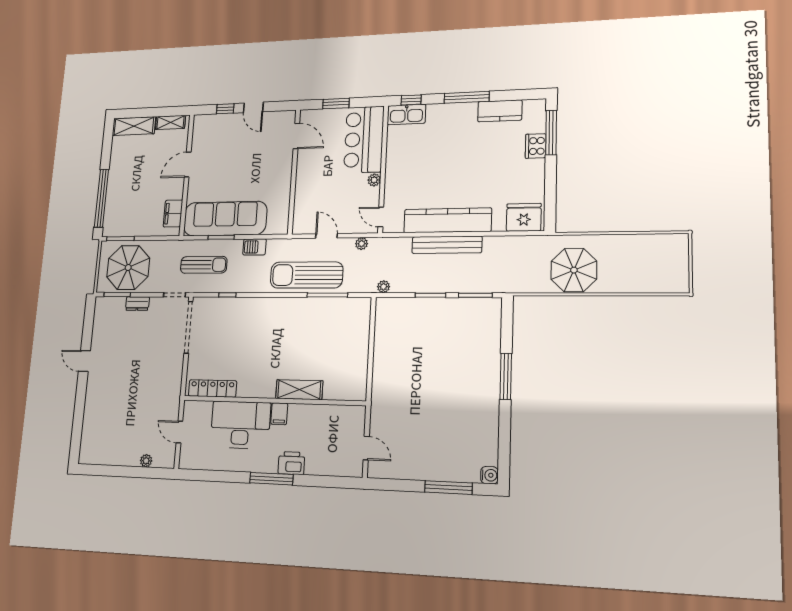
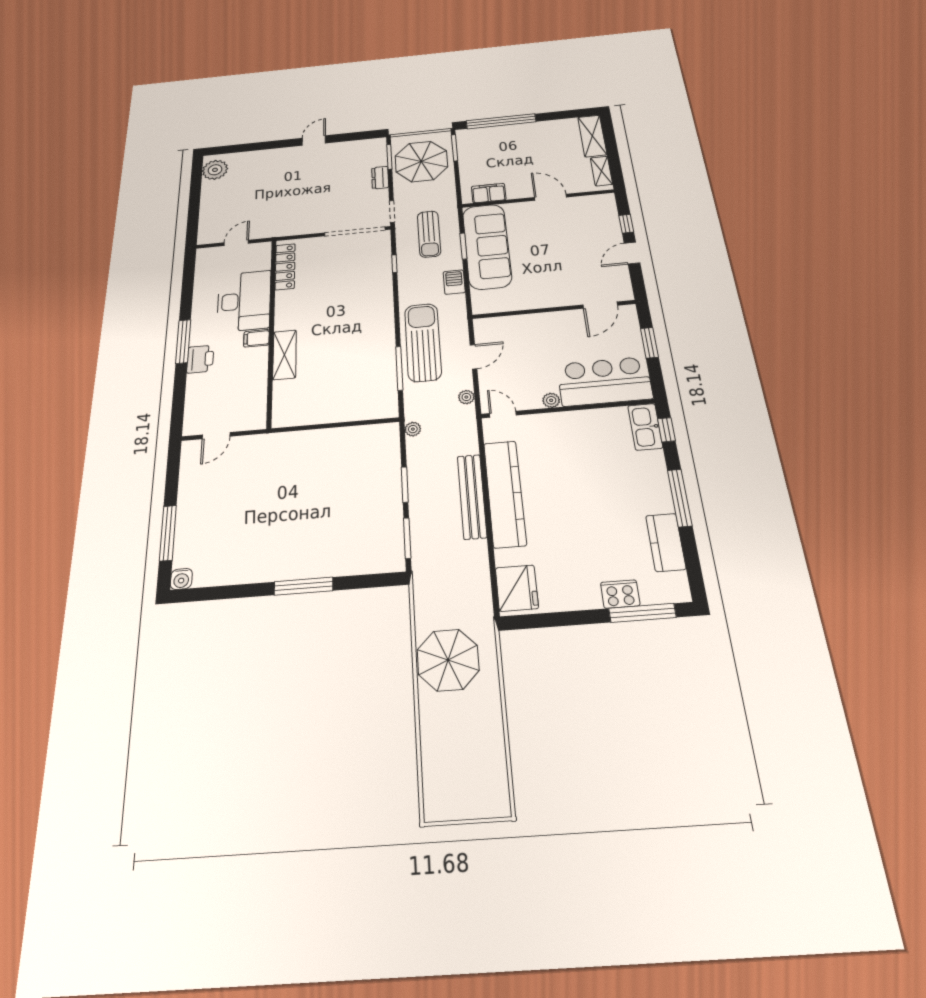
door: (381, 217) -> (503, 414), hinge flipped
plant: (146, 461) -> (215, 170), moved, width x1.88, depth x1.88

